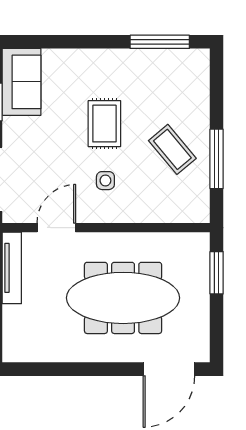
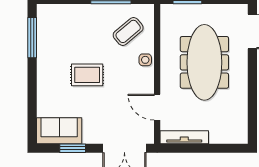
coffee table: (172, 149) -> (128, 31), moved
side table: (105, 181) -> (145, 60), moved

